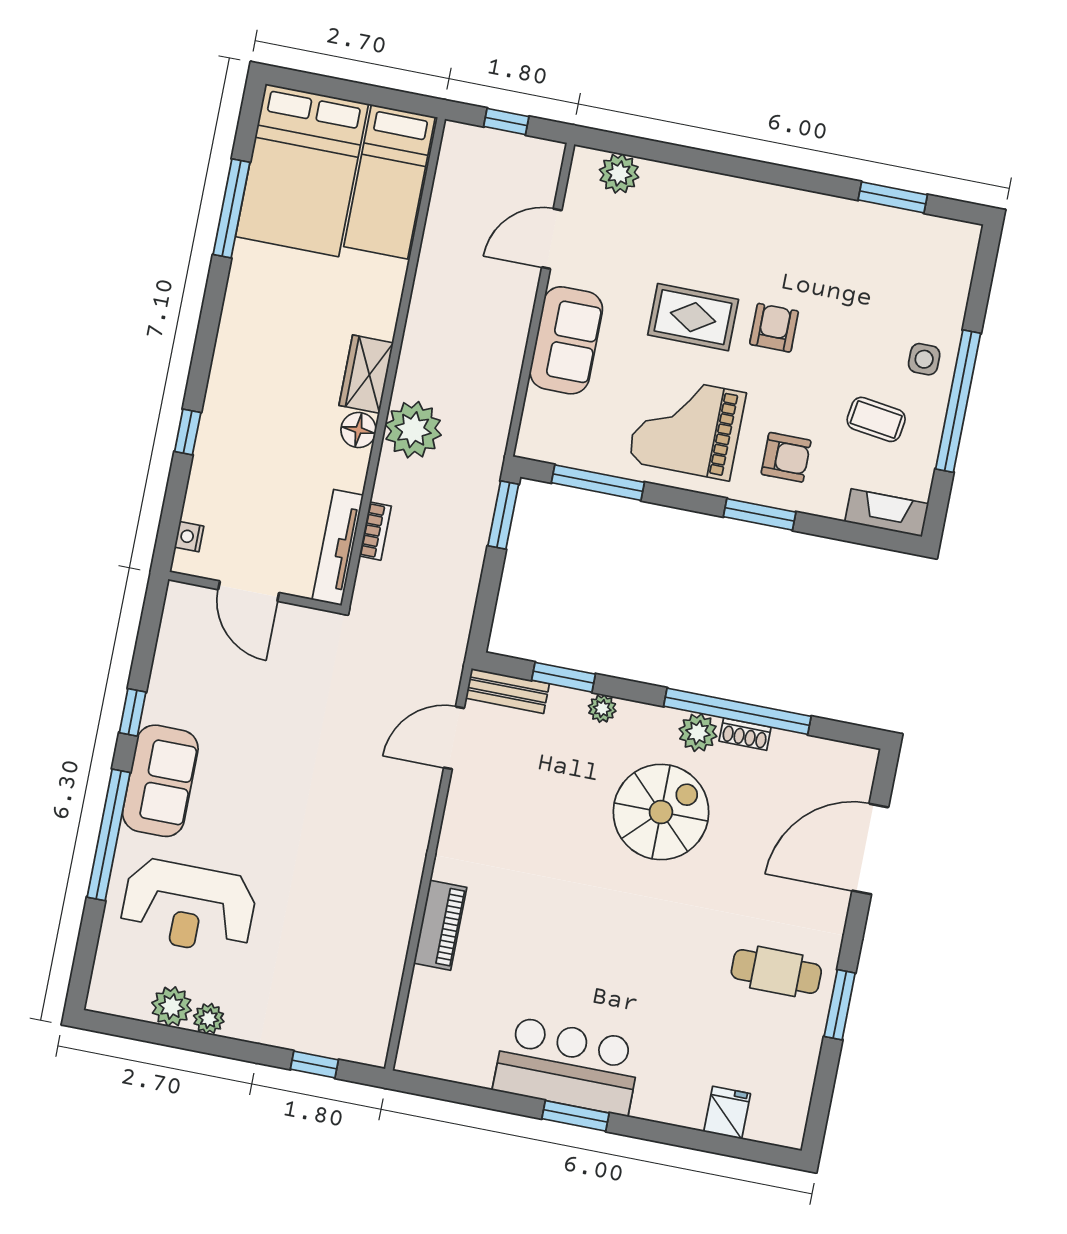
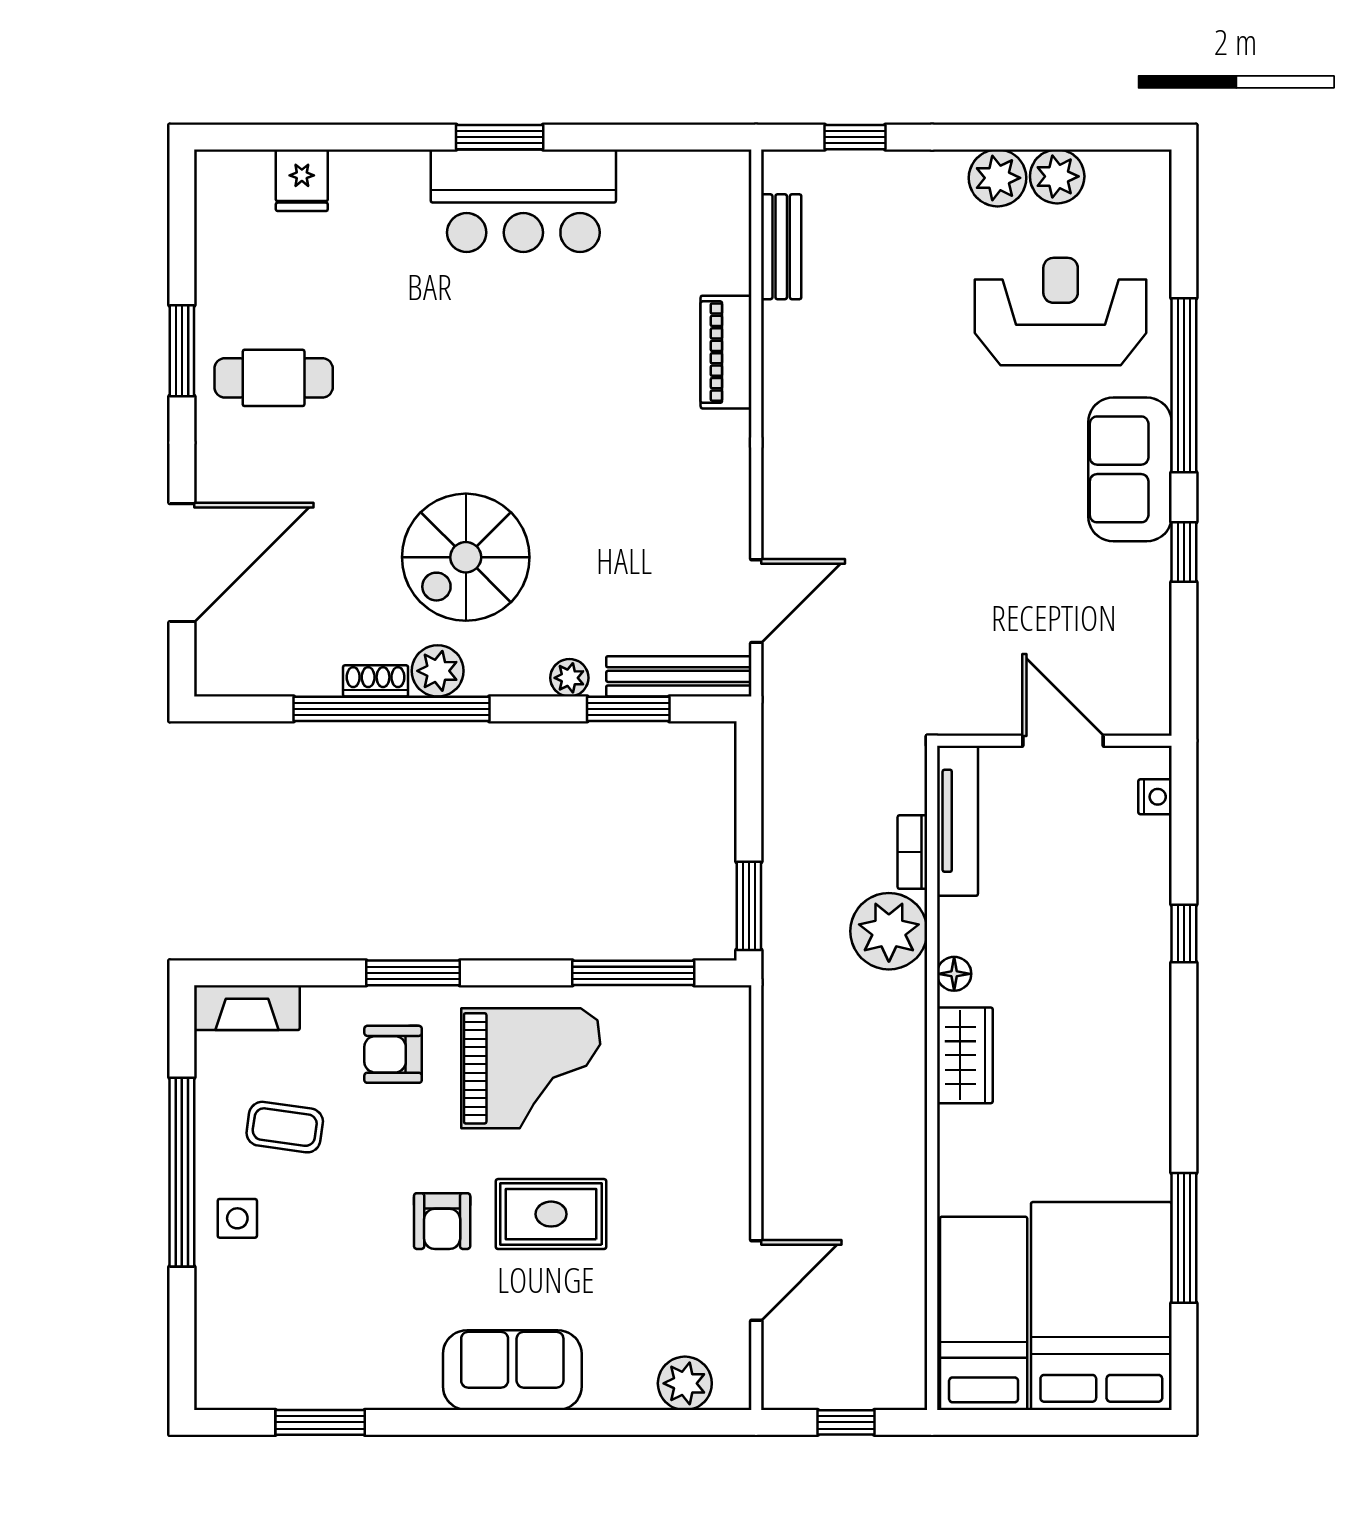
sofa: (566, 340) -> (512, 1370), moved, turned 90
floor lamp: (358, 430) -> (954, 974), width x0.73, depth x0.73
plant: (413, 430) -> (889, 931), moved
bench: (507, 691) -> (679, 676), width x1.36
bench: (384, 995) -> (781, 247), added
plant: (209, 1019) -> (998, 178), width x1.38, depth x1.38

